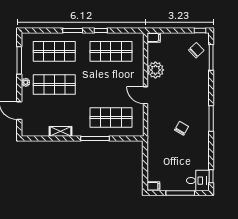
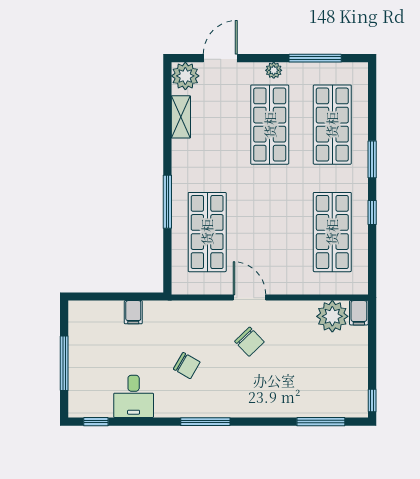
chair: (196, 50) -> (249, 342), moved
plant: (155, 70) -> (332, 316), moved
door: (146, 95) -> (249, 298), hinge flipped
plant: (29, 129) -> (185, 76), added
shelving: (61, 131) -> (181, 117), moved
desk: (198, 181) -> (134, 396), moved
filing cabinet: (153, 186) -> (133, 312), moved

